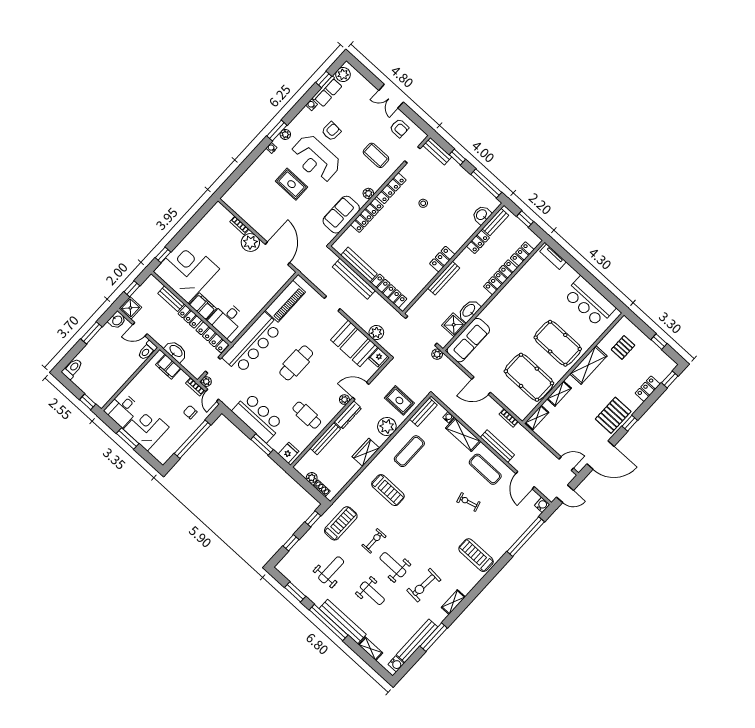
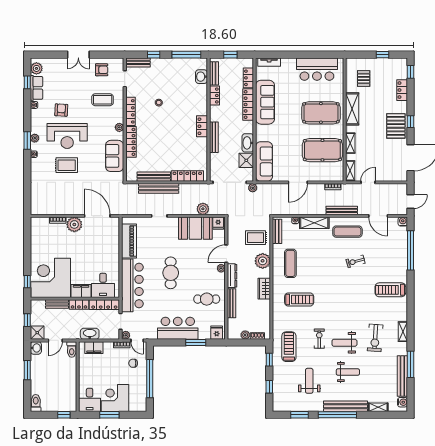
sofa: (517, 289) -> (265, 102), added
door: (566, 464) -> (368, 182), moved

